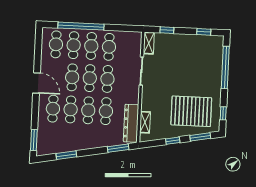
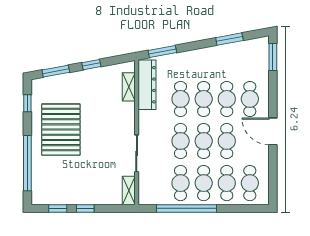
window: (81, 26) -> (187, 208), moved
window: (167, 30) -> (85, 208), moved
pallet: (191, 111) -> (61, 130), moved, turned 90

